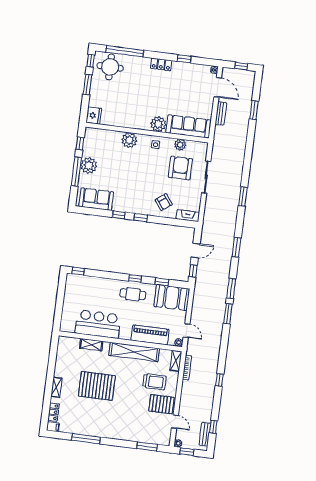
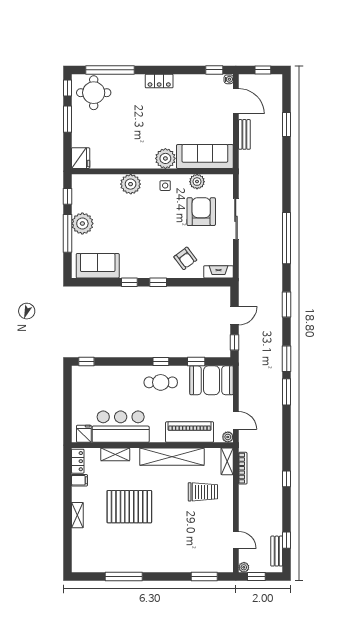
window: (184, 59) -> (214, 70), moved
window: (243, 197) -> (287, 238), width x2.11
fridge: (69, 326) -> (84, 434), added
pallet: (161, 404) -> (216, 520), removed
locker: (54, 412) -> (78, 461), moved
filing cabinet: (53, 427) -> (79, 480), moved

